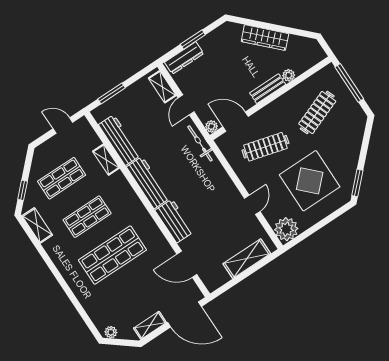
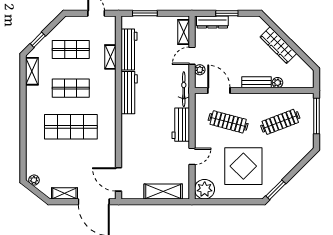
plant: (212, 126) -> (200, 70), moved
workbench: (174, 221) -> (181, 125), moved, turned 180
door: (187, 264) -> (119, 179), moved

